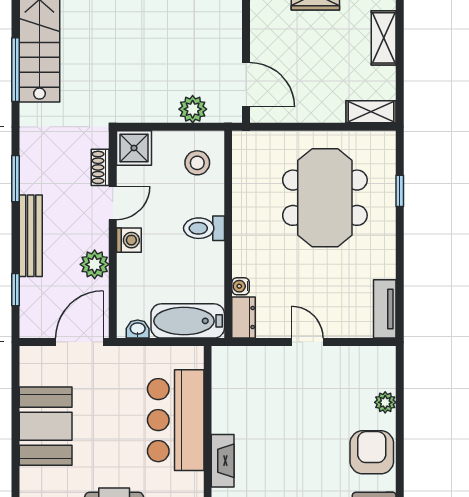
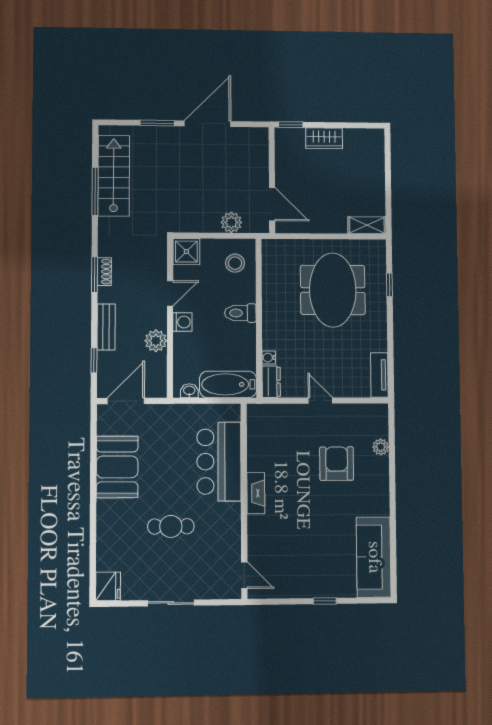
shelving: (384, 38) -> (376, 170), removed
shoe rack: (100, 167) -> (104, 272), moved, turned 180
bench: (31, 236) -> (106, 327), width x0.73
door: (80, 342) -> (126, 401), moved
armchair: (372, 452) -> (337, 464), moved

